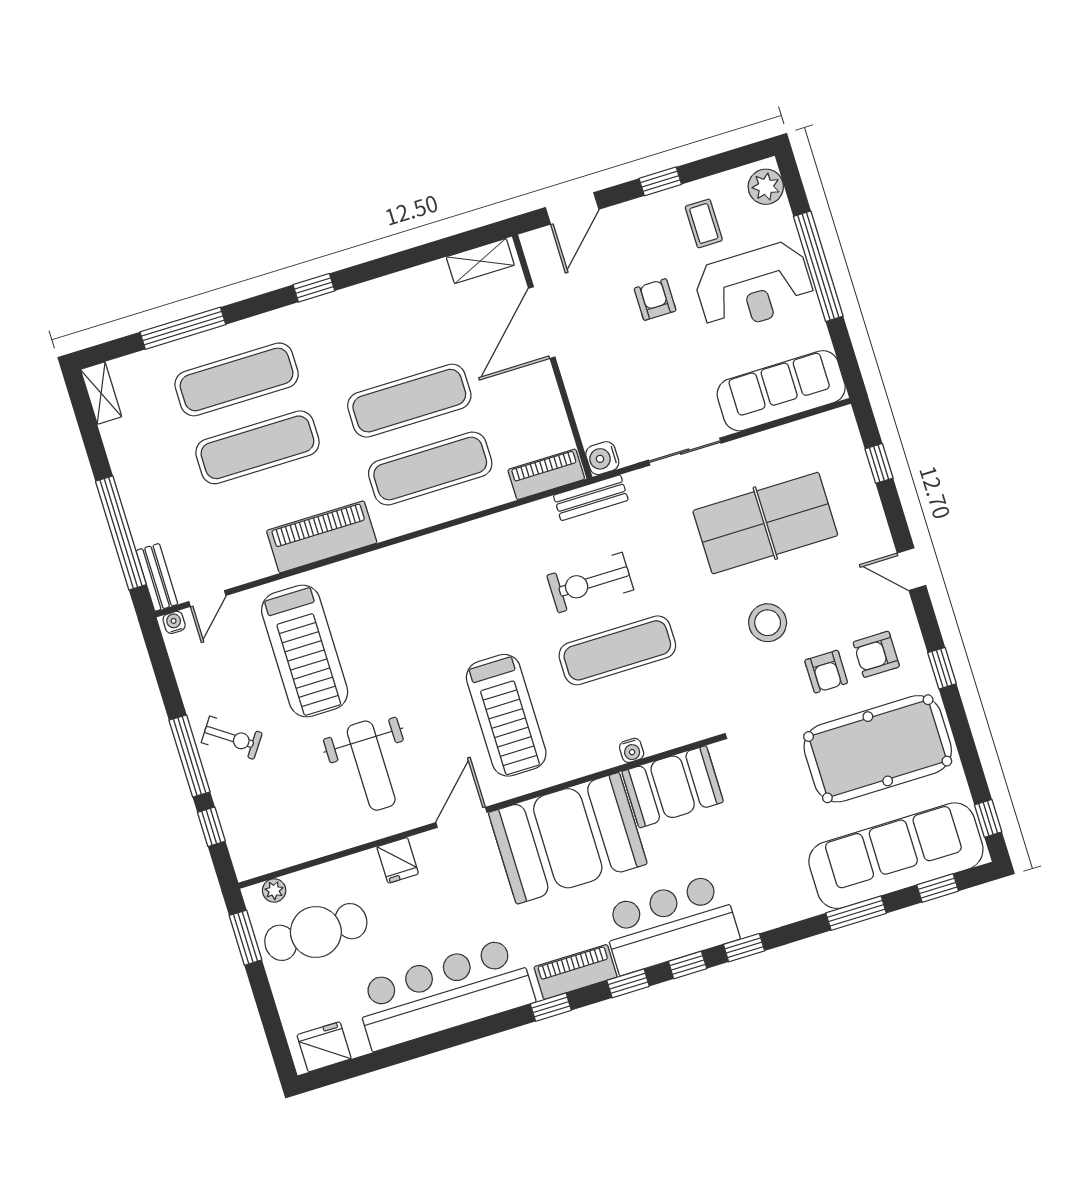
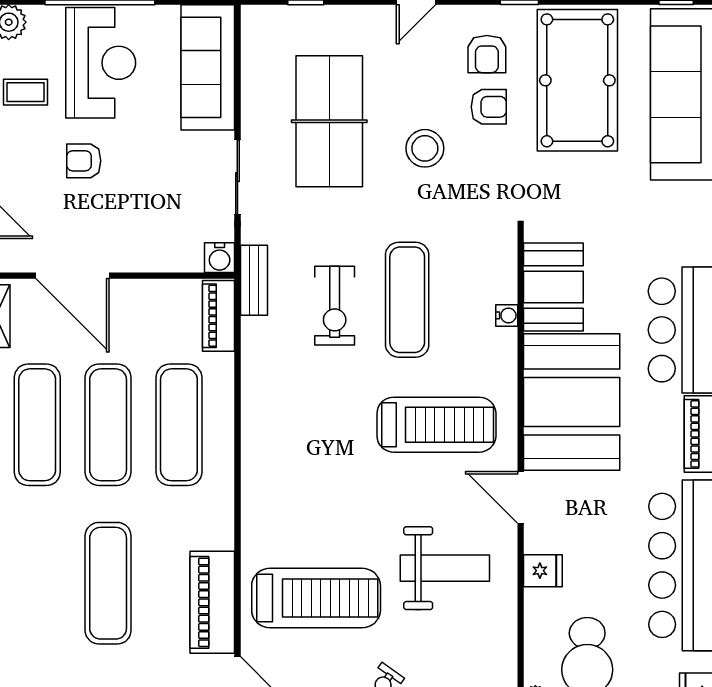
exercise mat: (237, 379) -> (37, 425), moved
piano: (322, 537) -> (212, 602), moved

